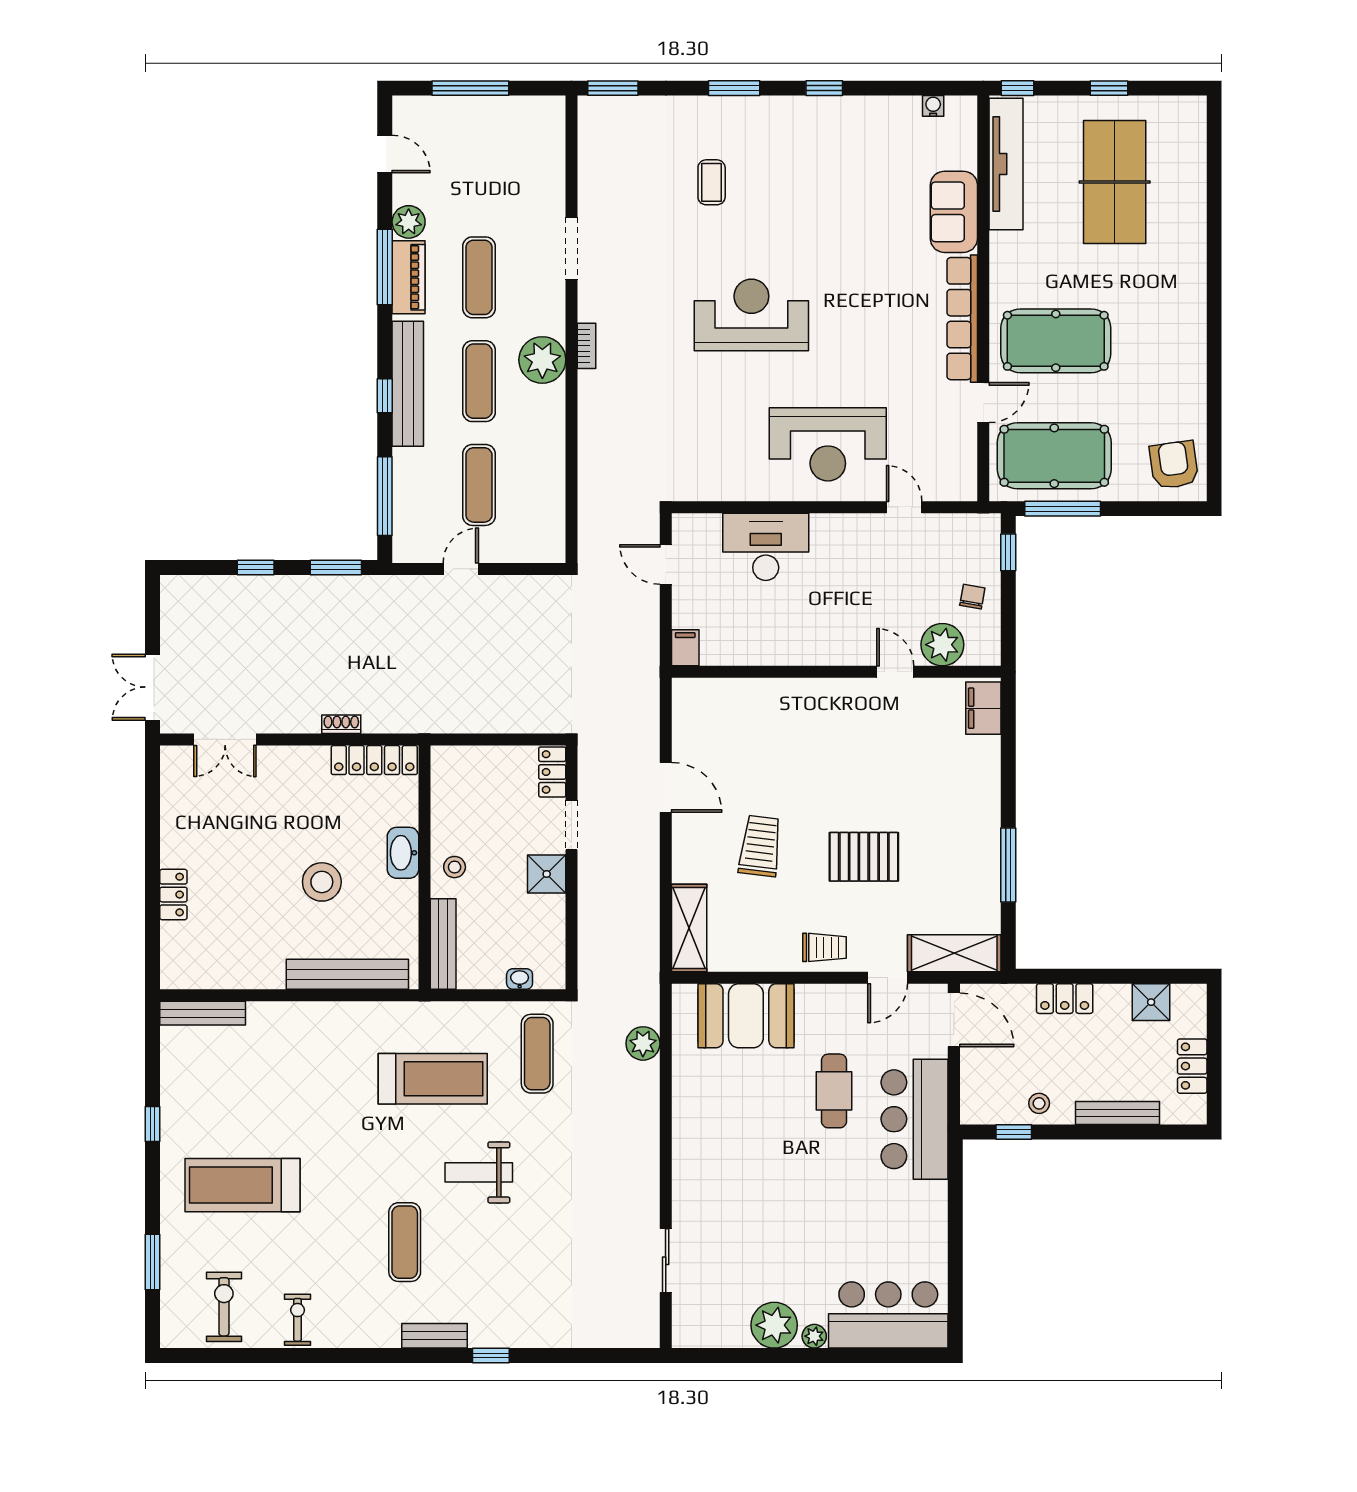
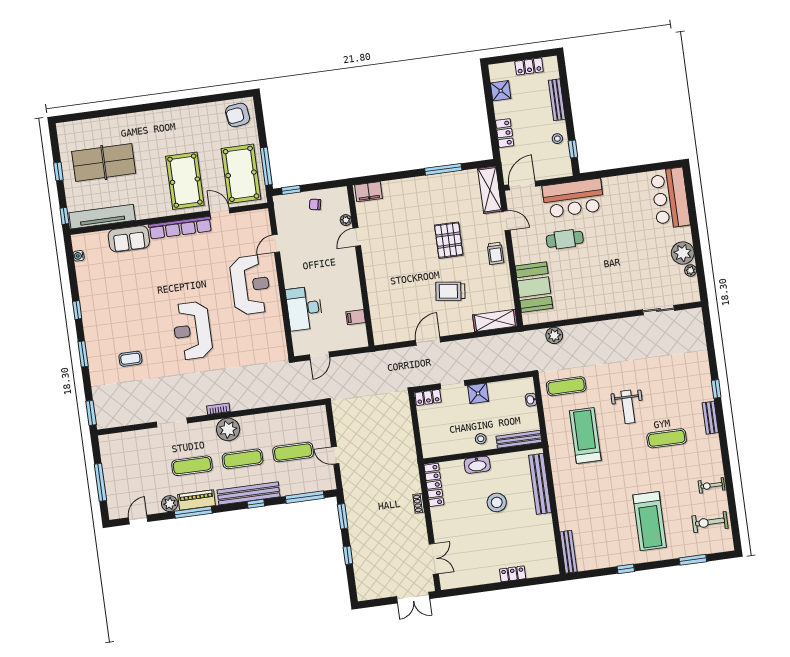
plant: (942, 645) -> (346, 220), width x0.53, depth x0.53
filing cabinet: (685, 648) -> (356, 317), moved
trolley: (824, 947) -> (496, 253), turned 180
plant: (814, 1336) -> (691, 270), moved

